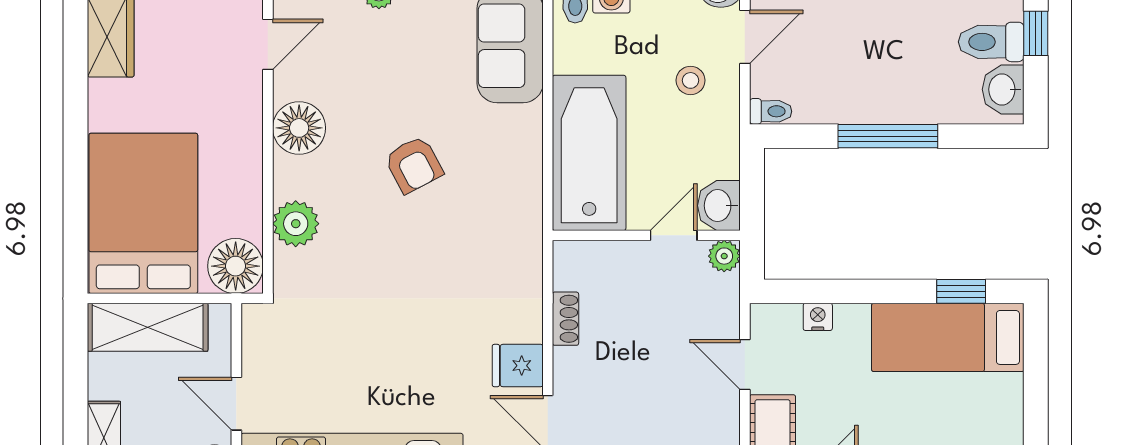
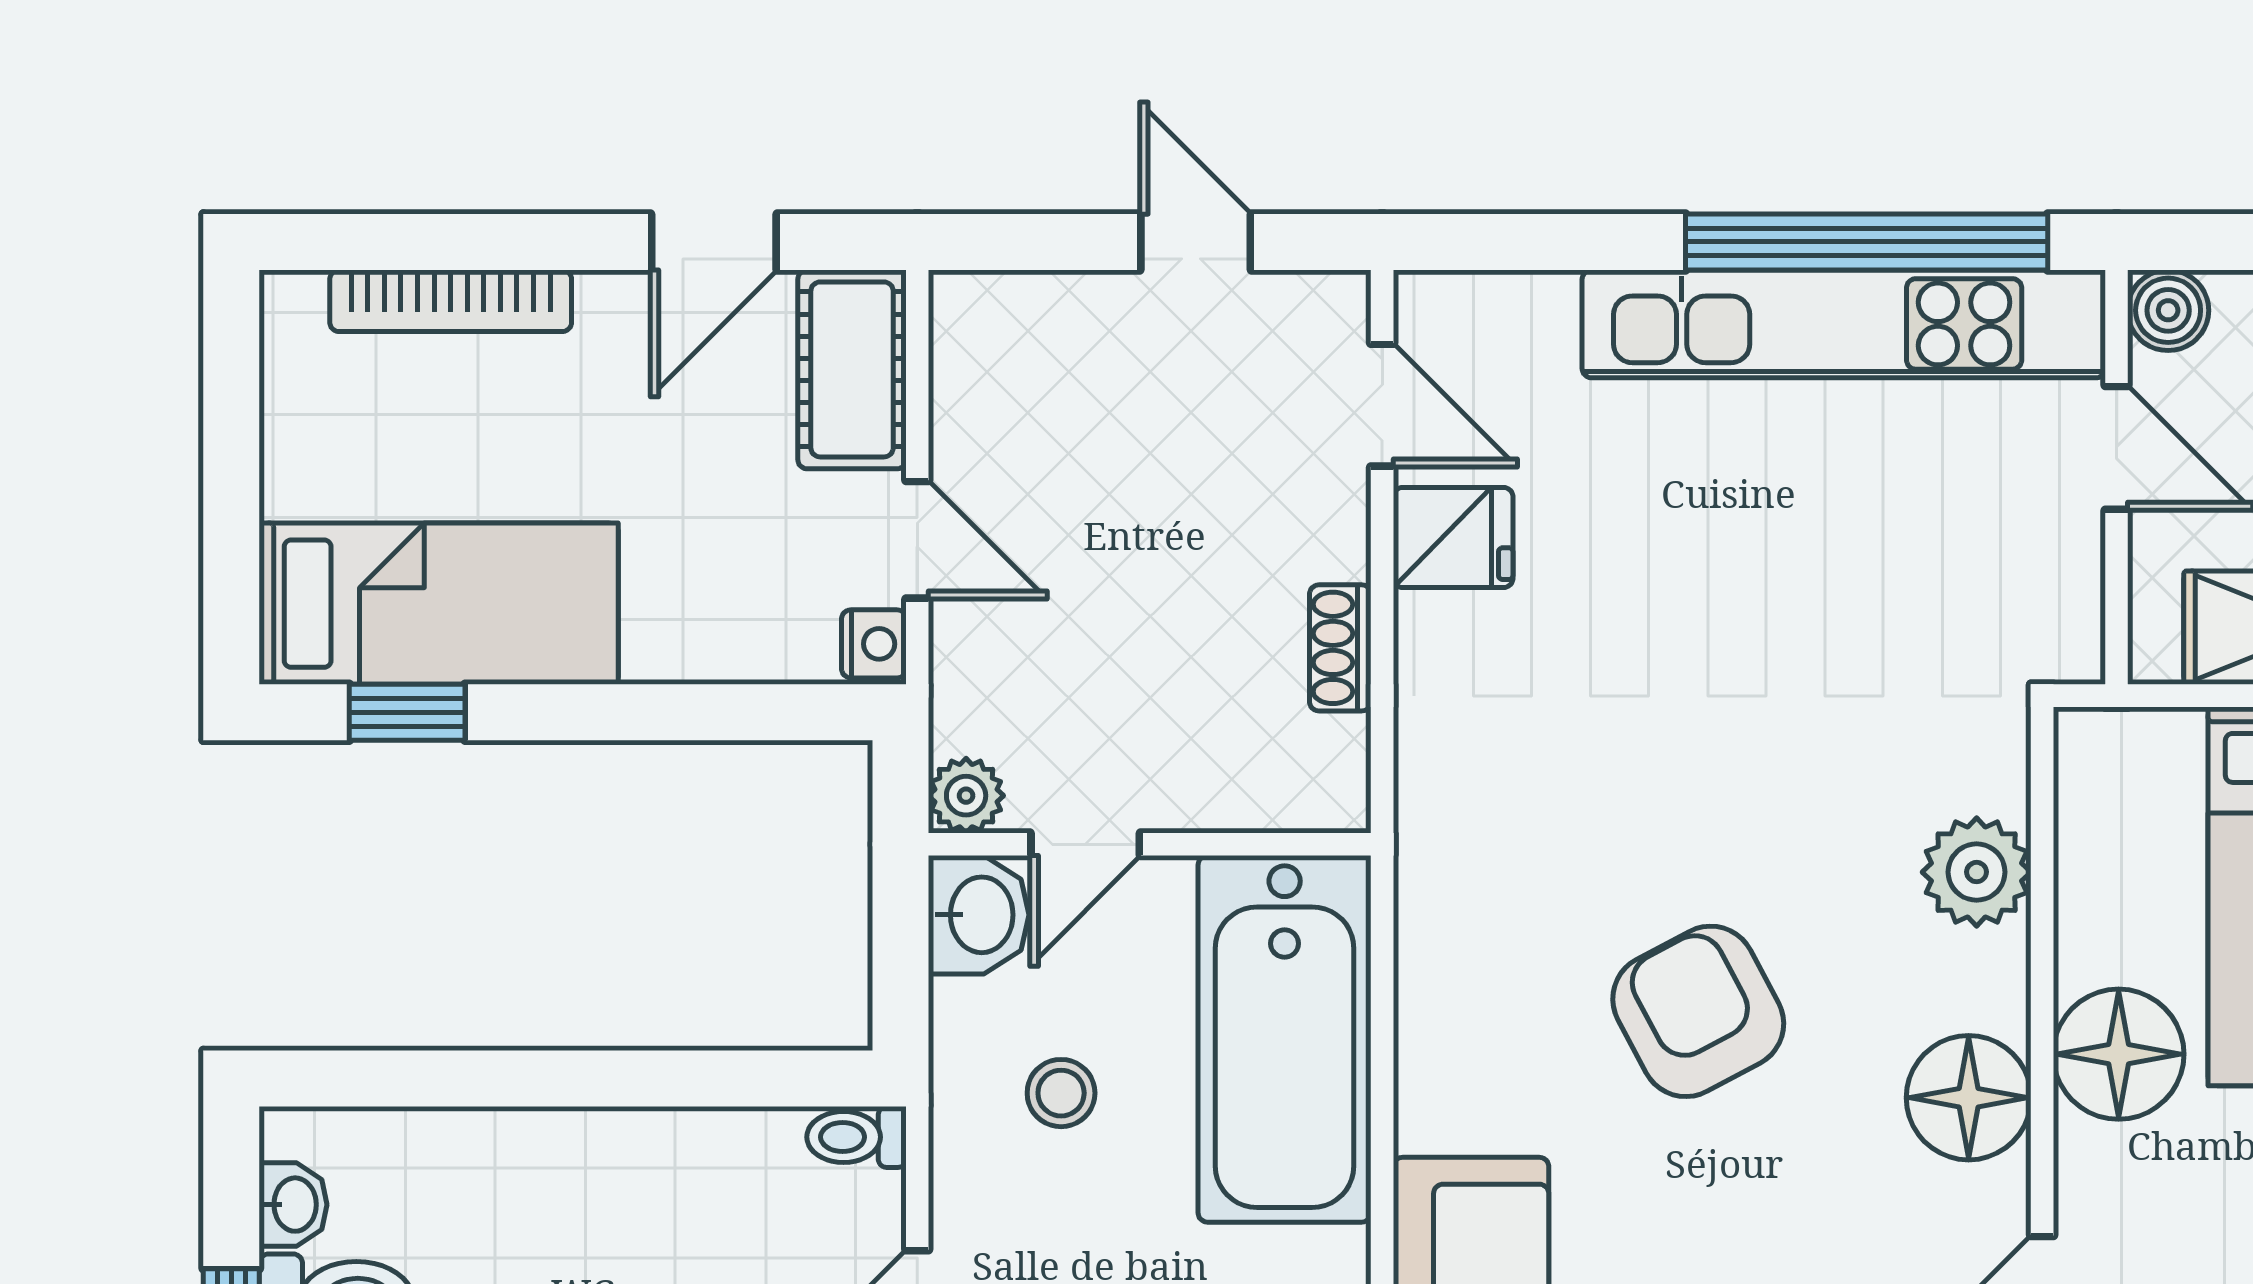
stool: (691, 80) -> (1061, 1093), moved
washbasin: (1003, 89) -> (293, 1205), width x0.72, depth x0.69
window: (888, 136) -> (580, 1079), removed
armchair: (414, 165) -> (1698, 1011), width x1.38, depth x1.38
floor lamp: (236, 266) -> (2119, 1054), moved
nightstand: (818, 317) -> (874, 644), moved, turned -90

